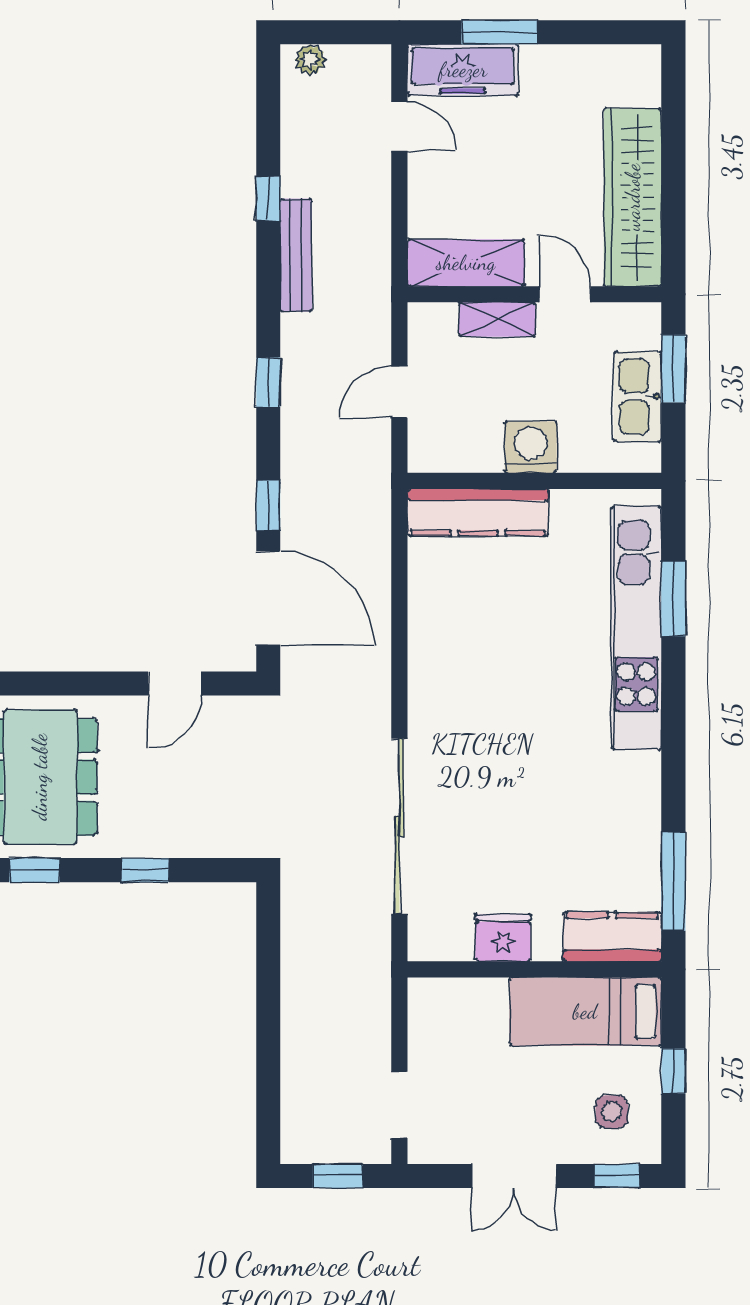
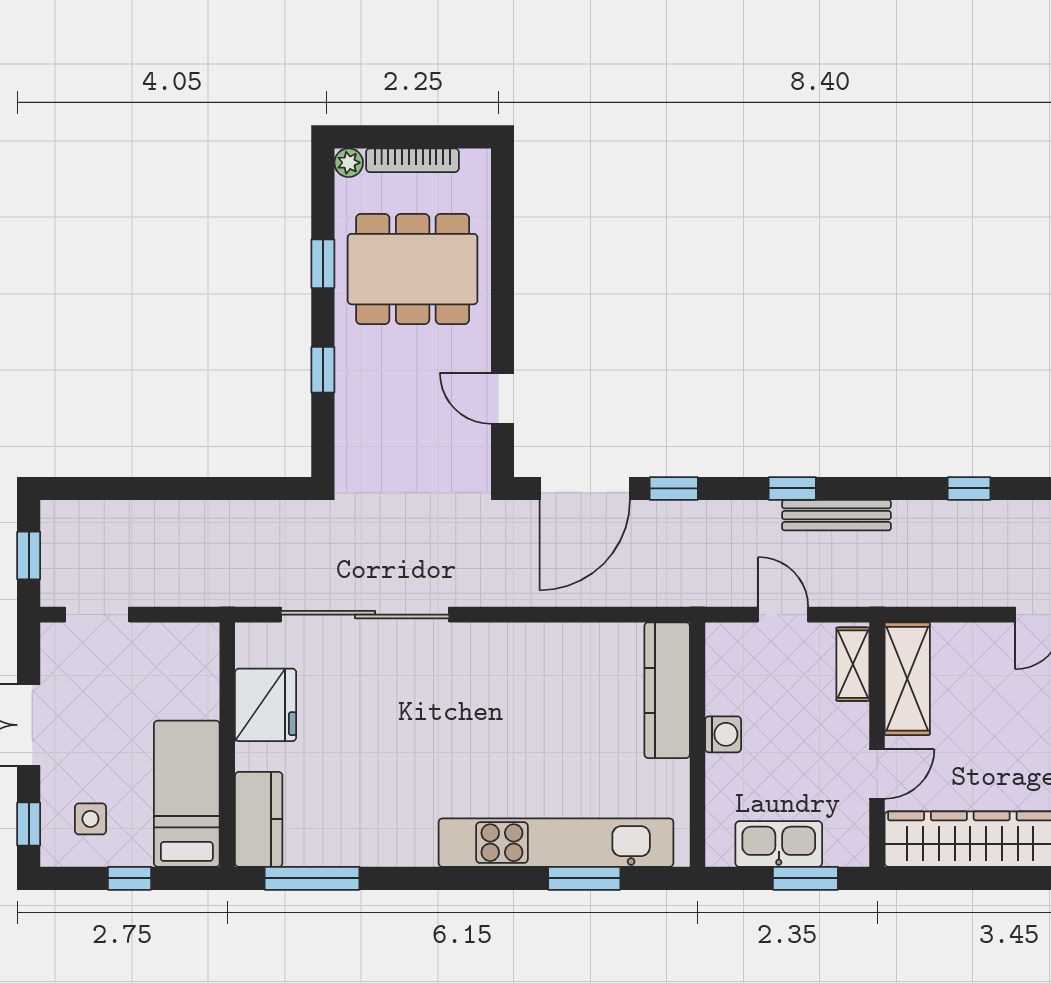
bench: (296, 255) -> (837, 515), moved
shelving: (497, 319) -> (853, 664), moved
washing machine: (531, 447) -> (723, 734), width x0.73, depth x0.73
fridge: (503, 938) -> (266, 705), width x1.36, depth x1.34

